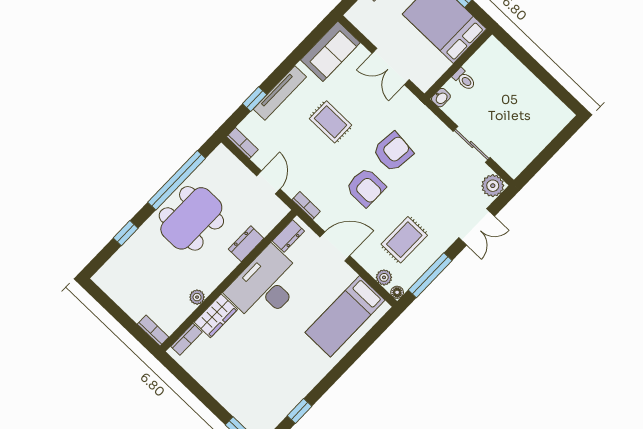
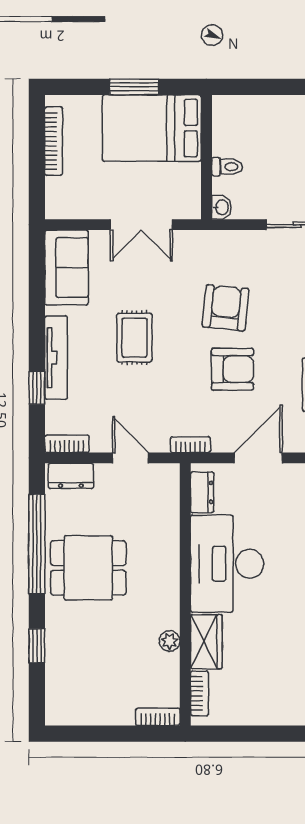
rug: (331, 122) -> (134, 338), turned 90
dining table: (191, 218) -> (88, 568), width x0.73
dresser: (246, 244) -> (71, 476), moved, turned -90

